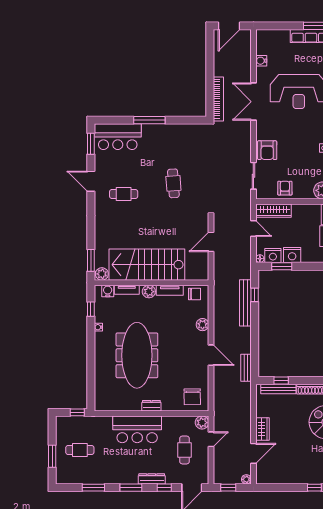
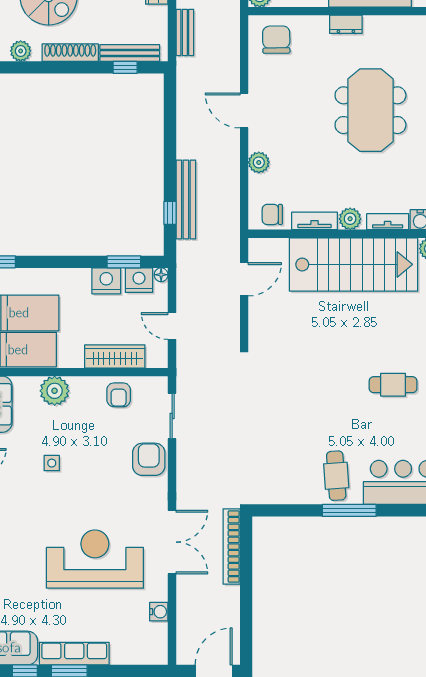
cafe table: (173, 183) -> (336, 476), moved
wardrobe: (274, 211) -> (115, 356), moved
door: (211, 242) -> (244, 279), moved
meeting table: (137, 355) -> (370, 110), width x0.73
bench: (246, 368) -> (185, 32), moved

